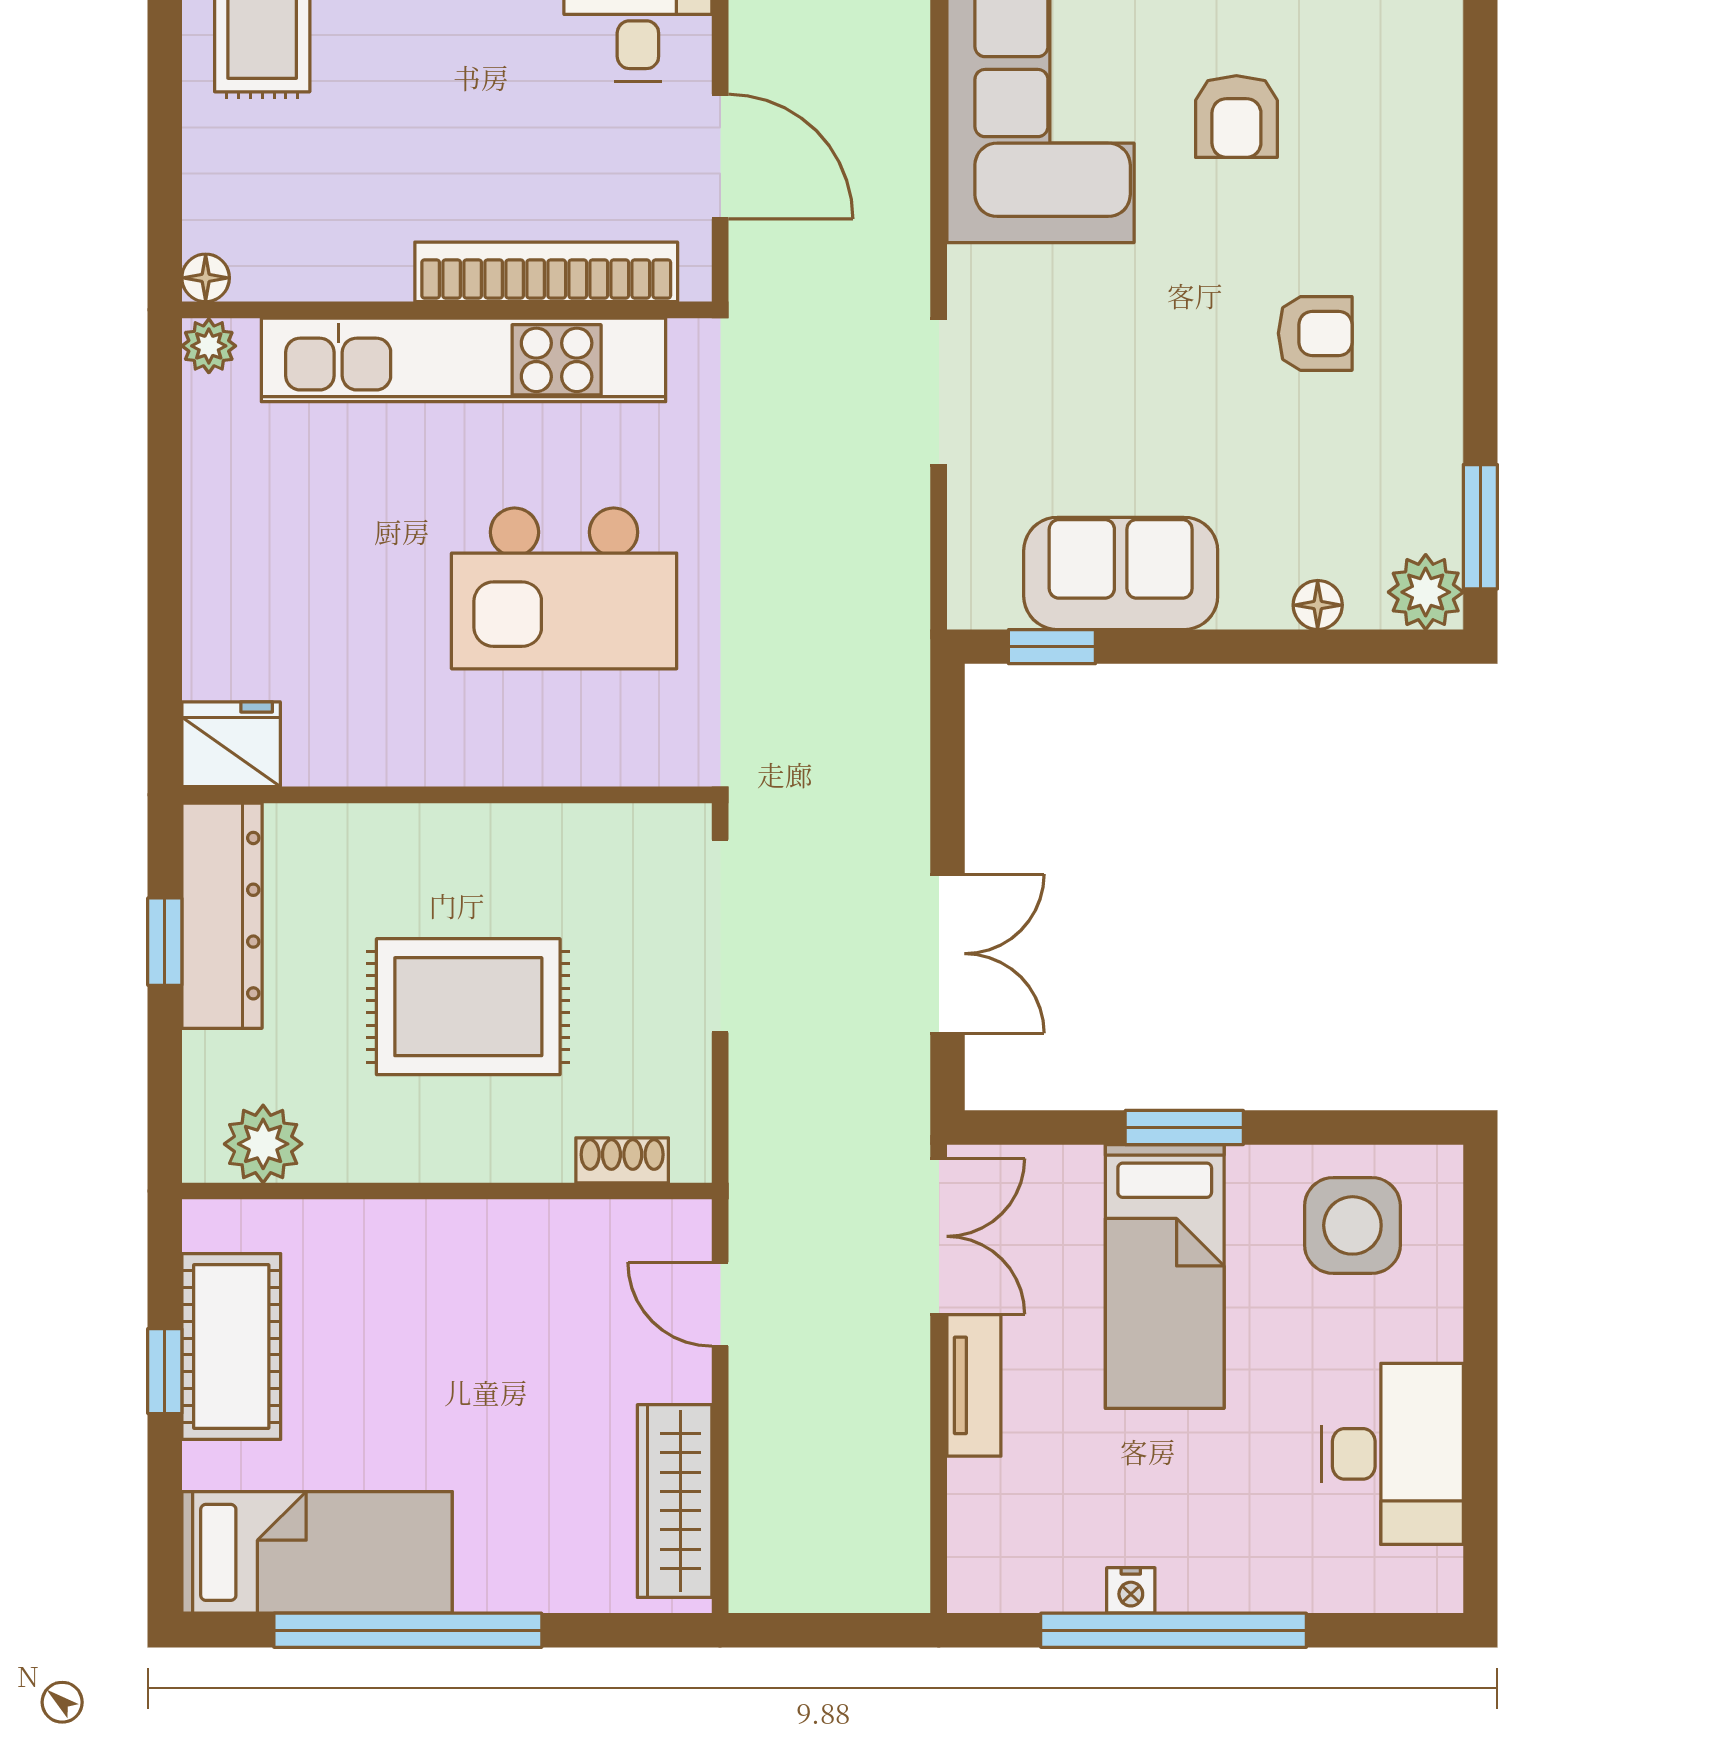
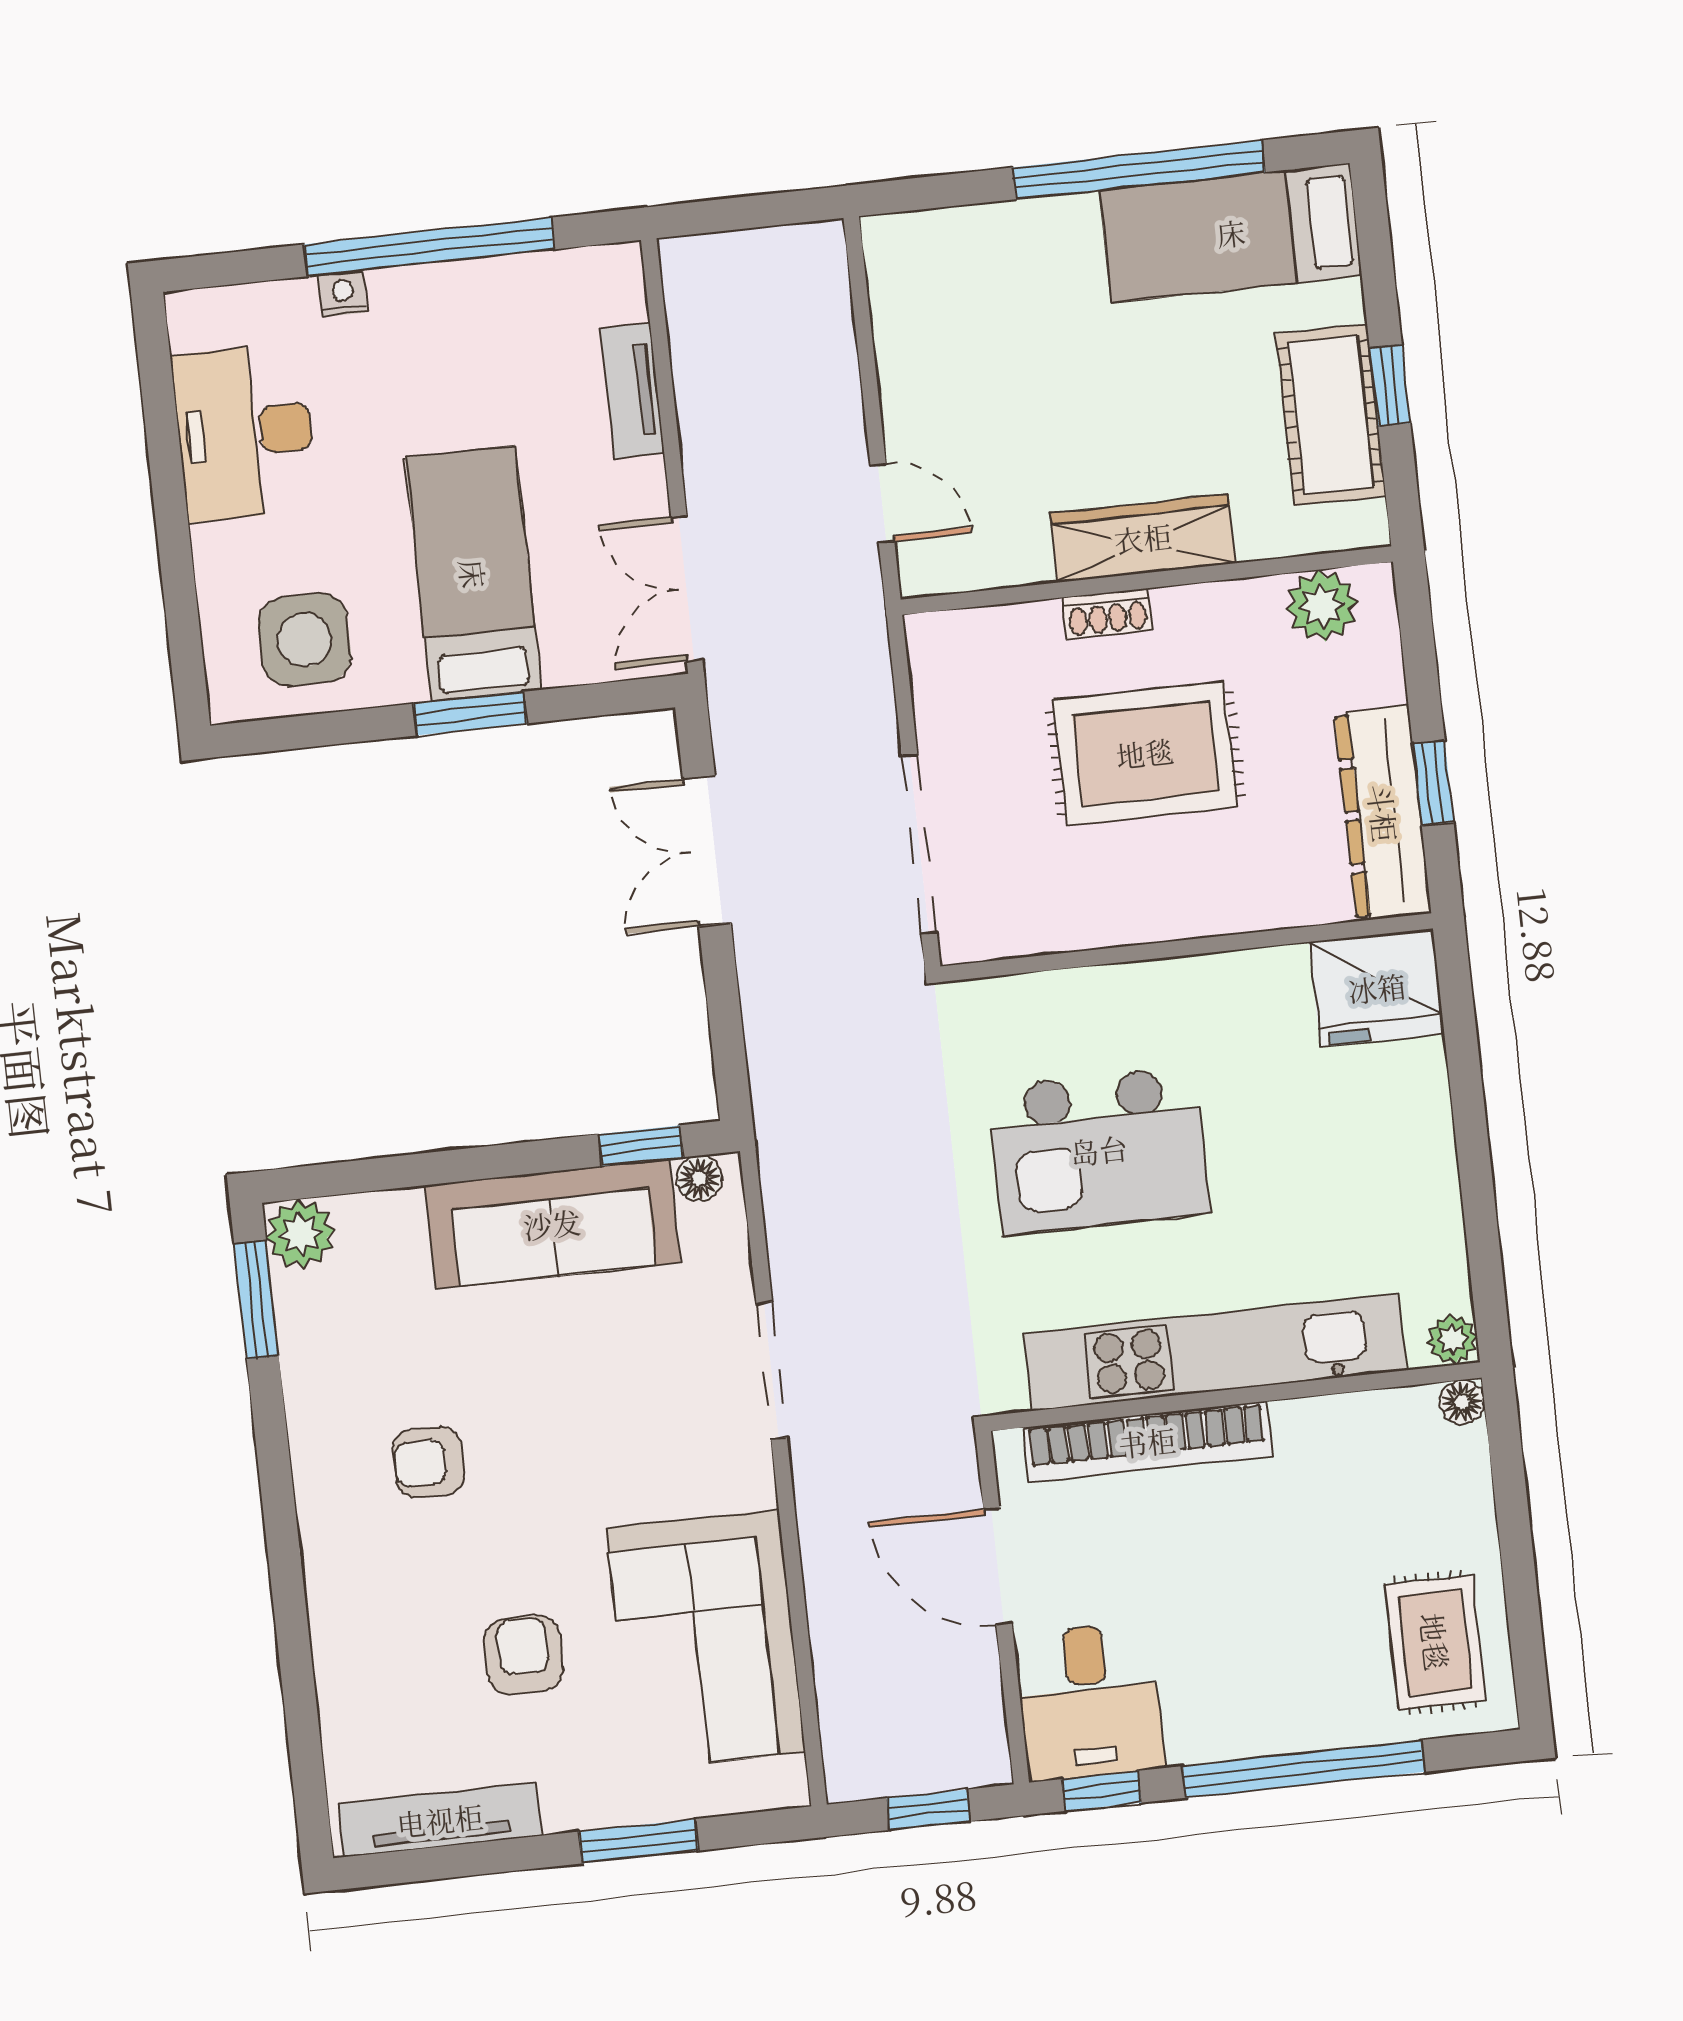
sofa: (1121, 573) -> (552, 1224), width x1.36
kitchen island: (564, 588) -> (1099, 1150), turned 180
floor lamp: (1318, 605) -> (699, 1178), moved
fridge: (231, 744) -> (1377, 988), width x1.36, depth x1.34
shoe rack: (622, 1160) -> (1107, 614), moved
tv unit: (974, 1385) -> (632, 391), moved
wardrobe: (675, 1501) -> (1143, 538), moved, turned -90
nightstand: (1131, 1590) -> (343, 294), moved

